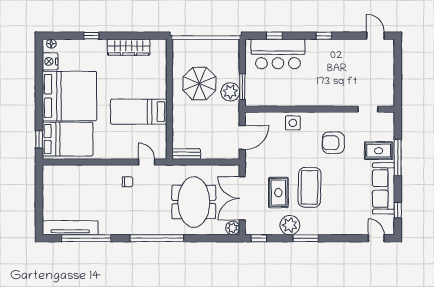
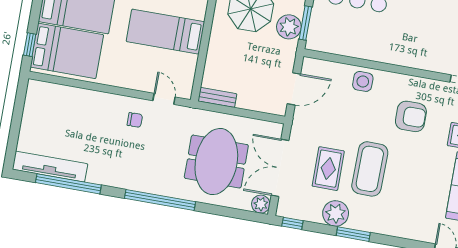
armchair: (333, 143) -> (411, 116), turned 180

